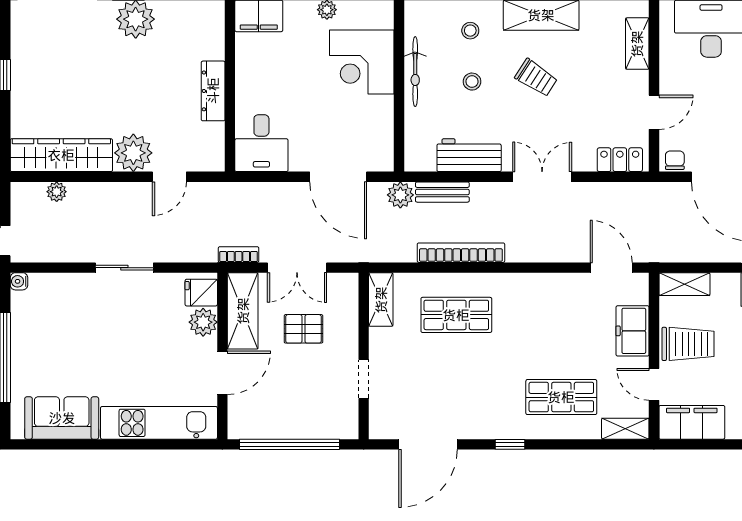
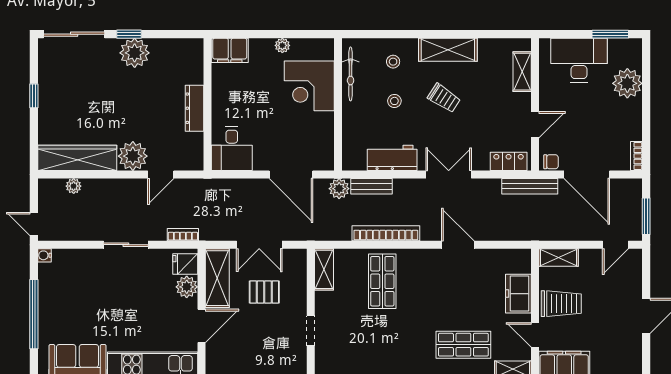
bicycle: (415, 72) -> (351, 74), moved
chair: (675, 160) -> (551, 162), turned 90
bench: (647, 192) -> (530, 186), added
bookcase: (239, 255) -> (183, 235), moved
door: (611, 268) -> (458, 245), moved
shop shelf: (456, 315) -> (382, 281), turned 90

